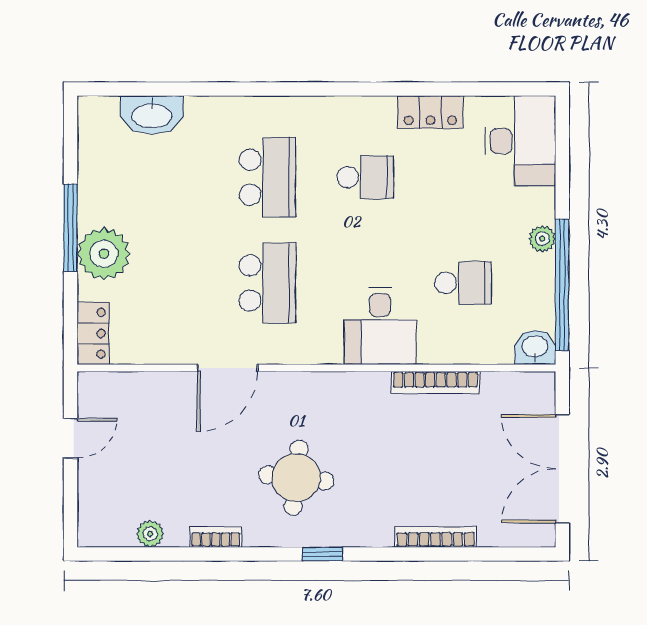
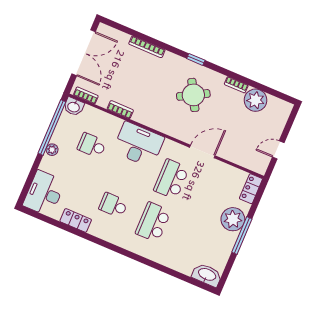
washbasin: (152, 115) -> (207, 275), moved
desk: (380, 326) -> (138, 145), width x1.37
bookcase: (520, 382) -> (86, 95), added
bookcase: (435, 383) -> (120, 110), width x0.64
round table: (296, 478) -> (193, 95), turned -35
plant: (150, 534) -> (255, 100), width x1.87, depth x1.87

